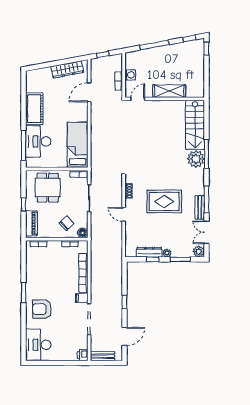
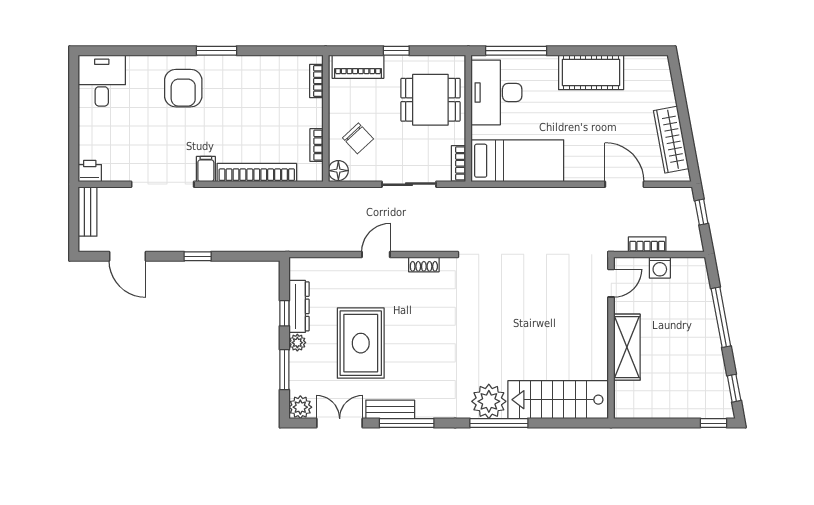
door: (138, 99) -> (611, 283), hinge flipped
desk: (38, 141) -> (496, 93), moved, turned -90
rug: (164, 201) -> (361, 343), moved
armchair: (42, 309) -> (183, 88), turned 180
desk: (38, 345) -> (102, 81), width x0.73

